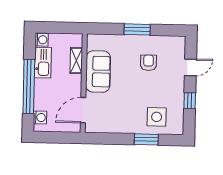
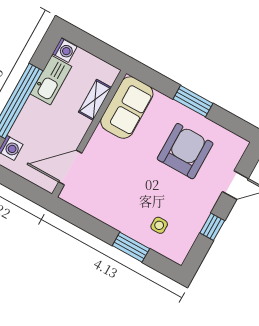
armchair: (148, 63) -> (185, 151), width x1.88, depth x1.88
sofa: (98, 71) -> (127, 108), moved
side table: (157, 117) -> (159, 225), width x0.54, depth x0.54

